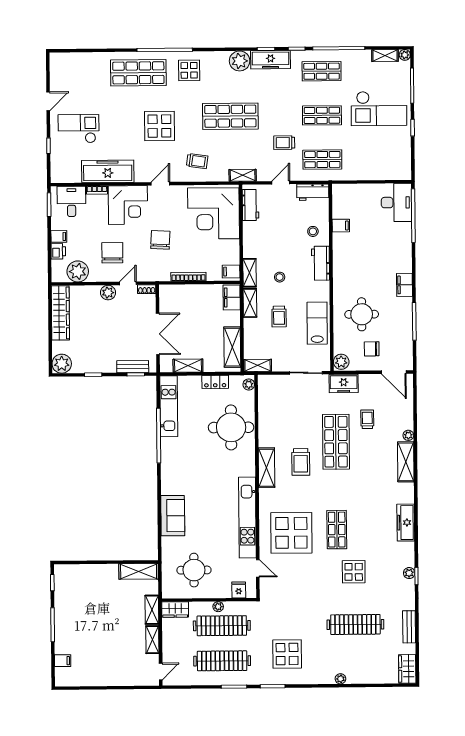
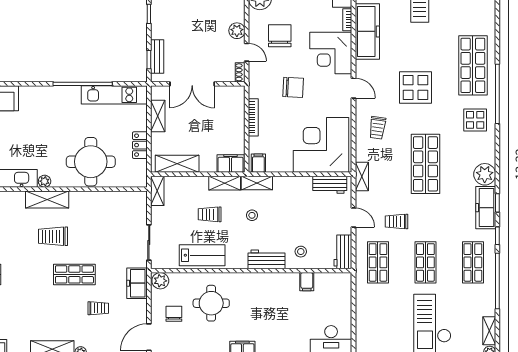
trolley: (284, 143) -> (396, 222), turned -90
chair: (112, 253) -> (280, 36), turned -90
plant: (249, 384) -> (45, 181), moved
shop shelf: (336, 442) -> (74, 274), width x0.70, depth x0.74

